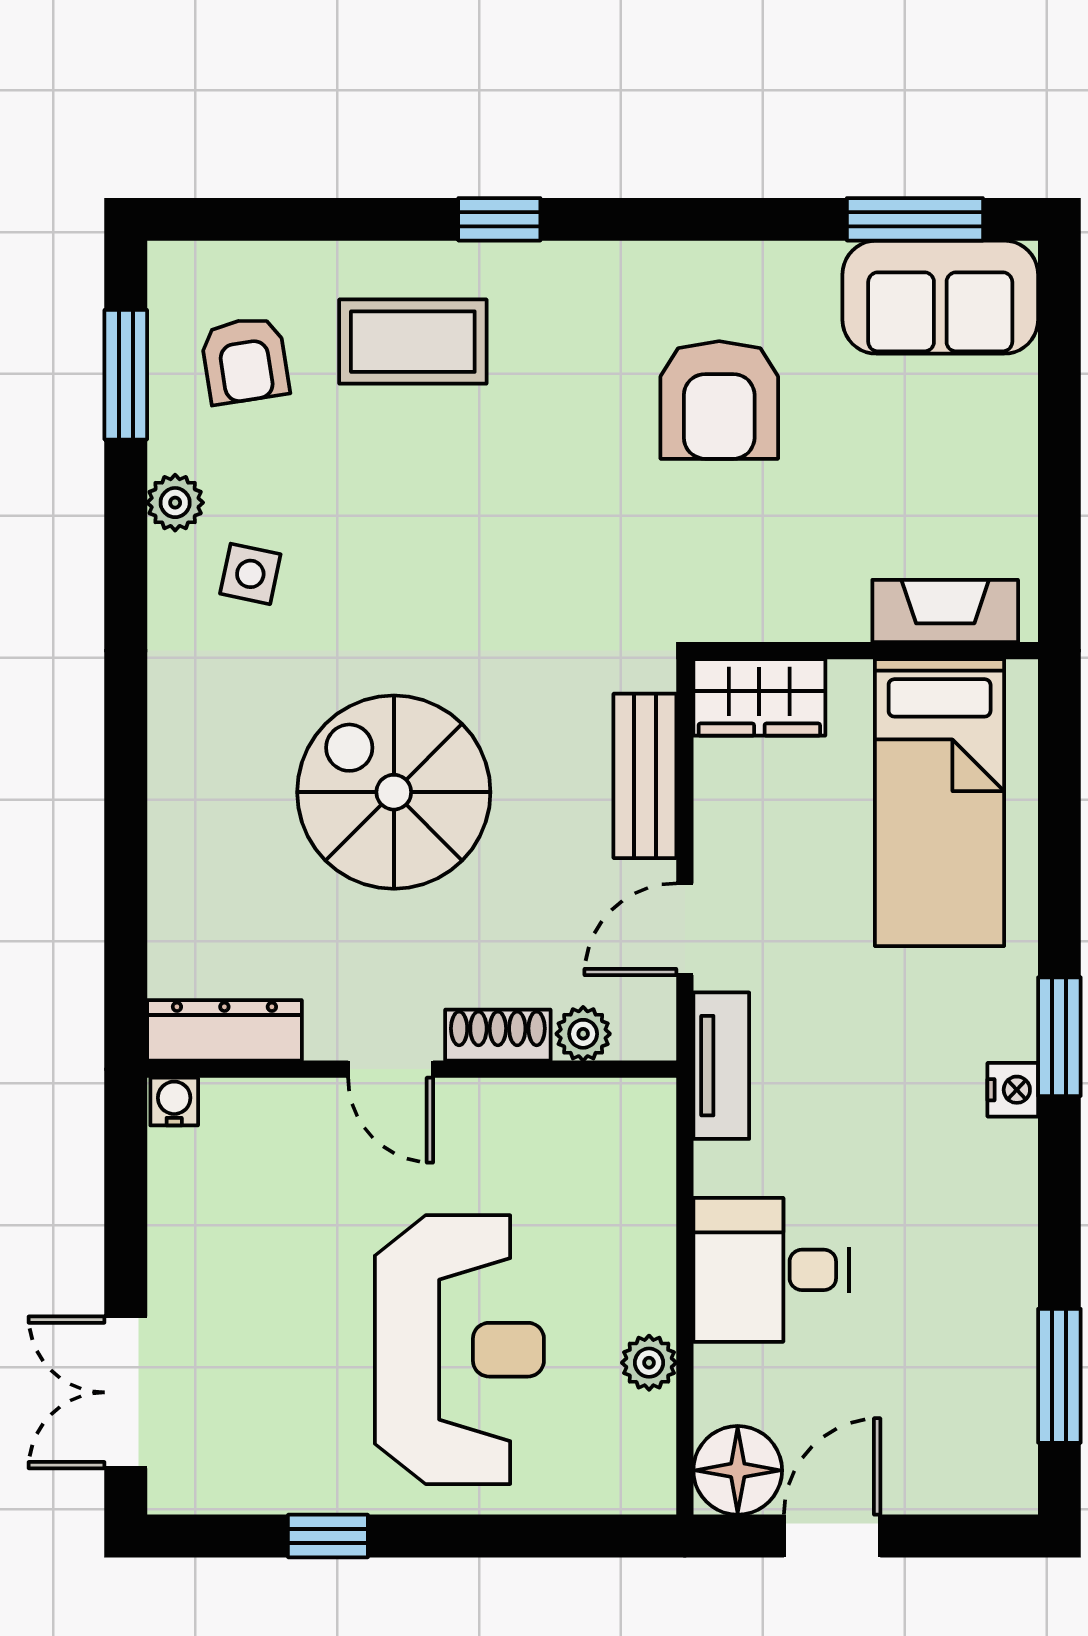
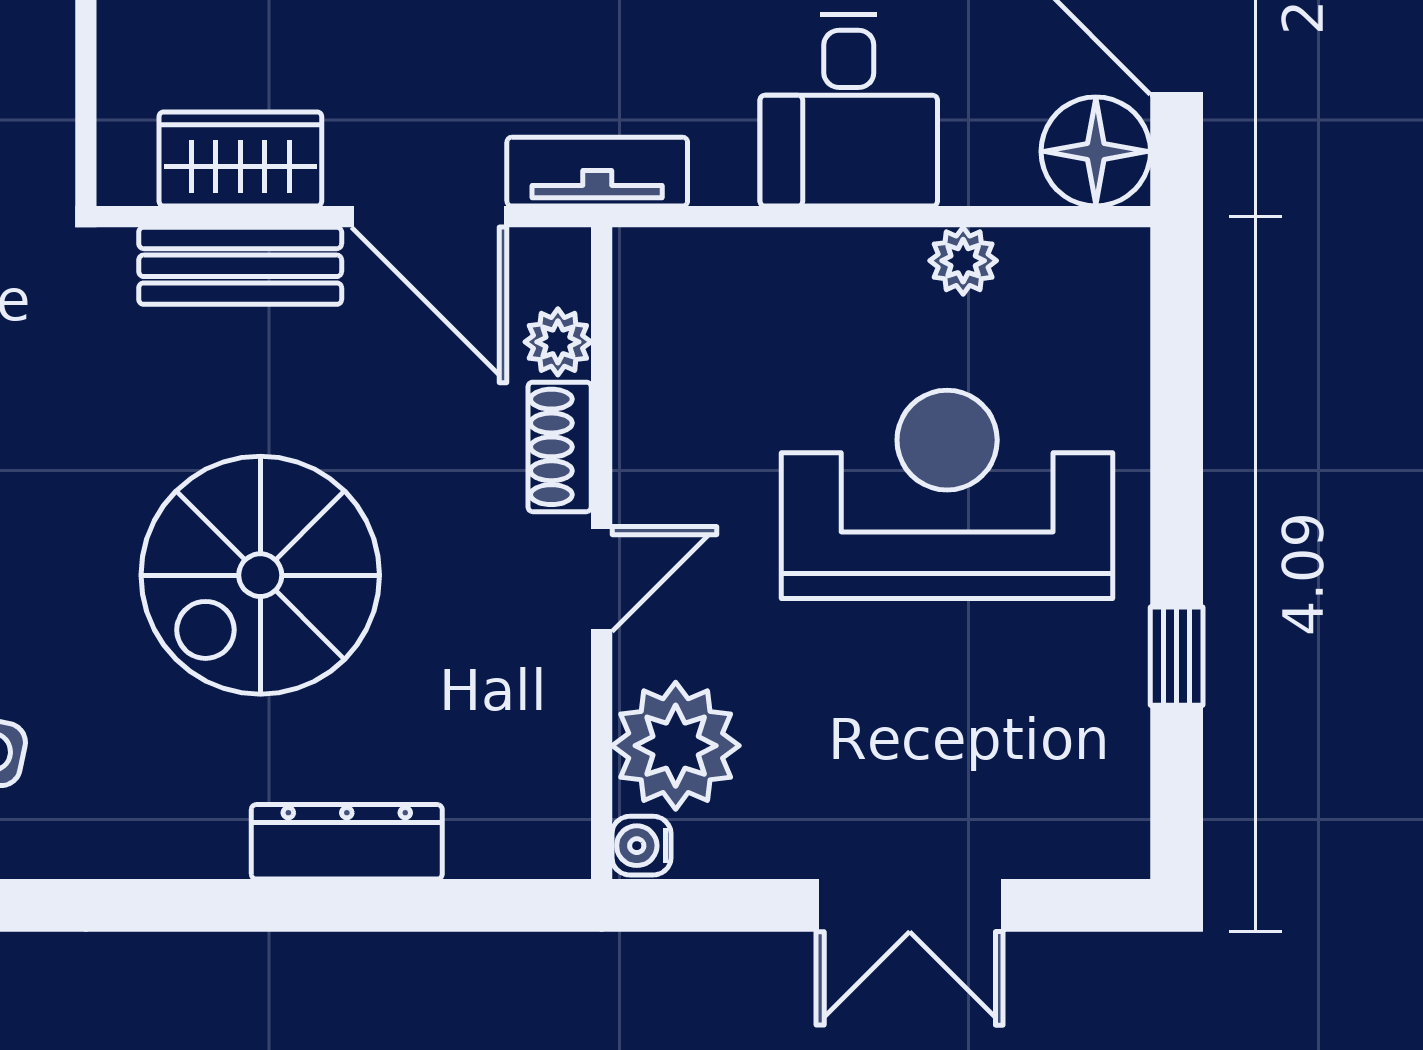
wardrobe: (759, 697) -> (240, 159), moved, turned -90
door: (685, 929) -> (429, 217), width x1.38
dresser: (224, 1030) -> (347, 842), moved, turned 90
plant: (255, 1129) -> (676, 746), added
double door: (126, 1392) -> (910, 905), moved

